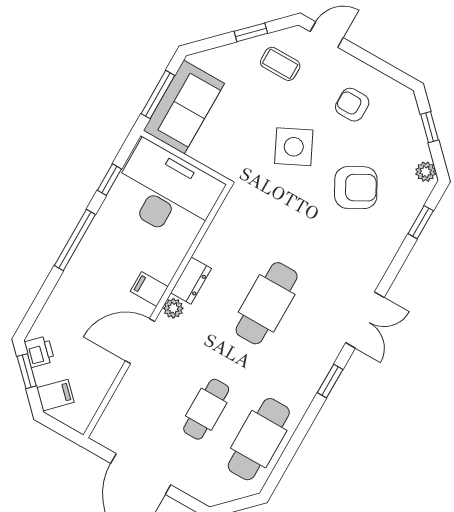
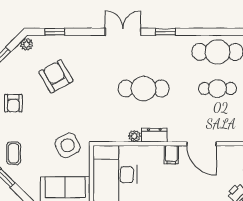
side table: (294, 147) -> (68, 145), moved
plant: (173, 308) -> (134, 136), moved

